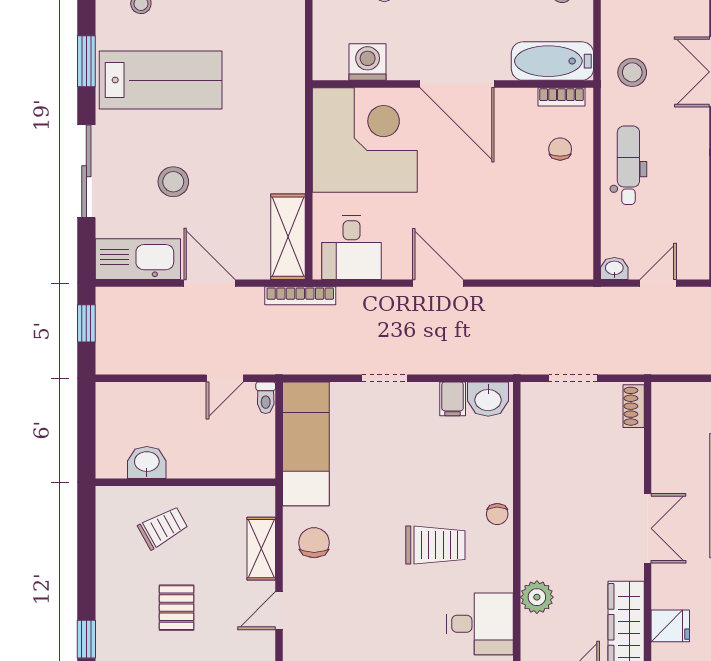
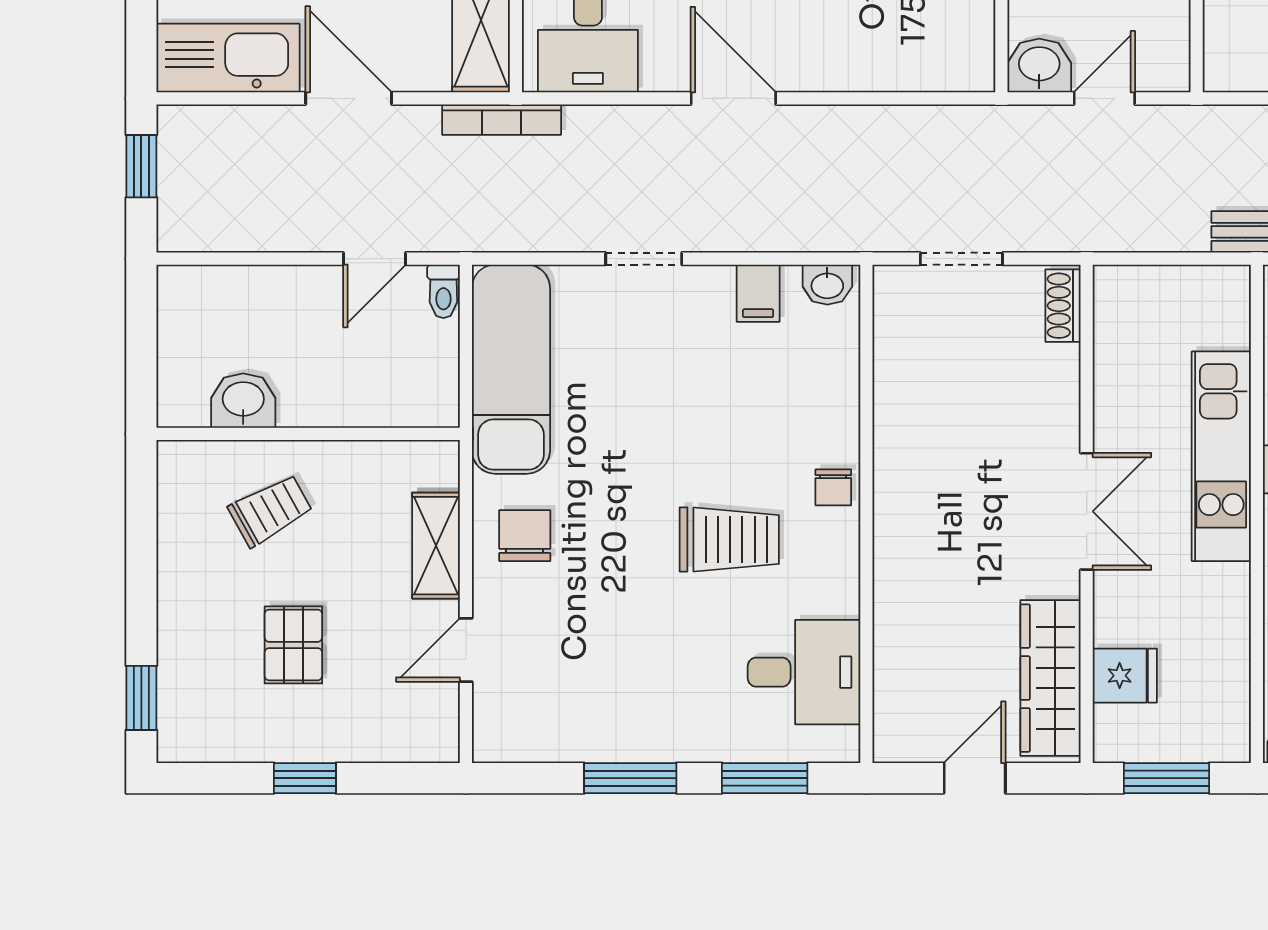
washbasin: (614, 269) -> (1039, 65), width x1.38, depth x1.45
washbasin: (488, 399) -> (827, 285), width x0.72, depth x0.69
plant: (537, 597) -> (900, 627), removed

